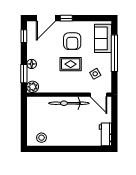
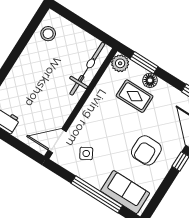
armchair: (72, 41) -> (146, 150), turned -90
rug: (71, 64) -> (135, 96), moved, turned 90
bicycle: (69, 103) -> (87, 69), moved

